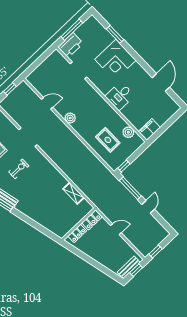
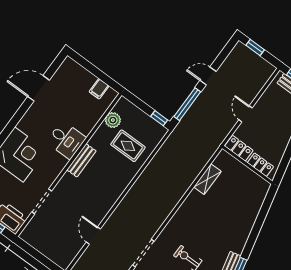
bench: (103, 104) -> (81, 160), added
plant: (70, 118) -> (108, 201), removed
filing cabinet: (149, 129) -> (99, 89), width x0.50
rug: (108, 140) -> (128, 146), turned 90
window: (155, 252) -> (255, 47), moved

